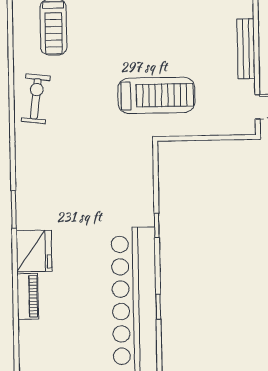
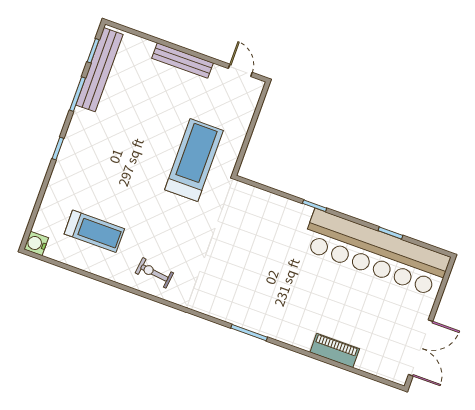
exercise bike: (36, 99) -> (154, 273), width x0.73, depth x0.72
fridge: (34, 251) -> (295, 328), removed

